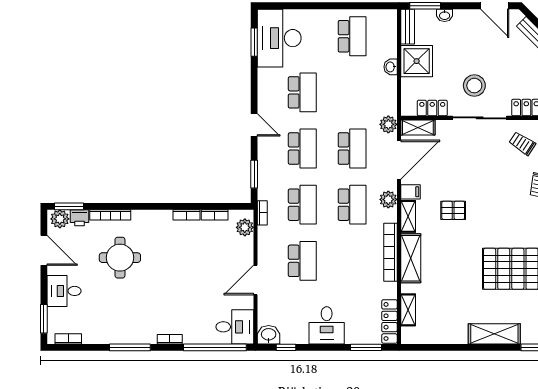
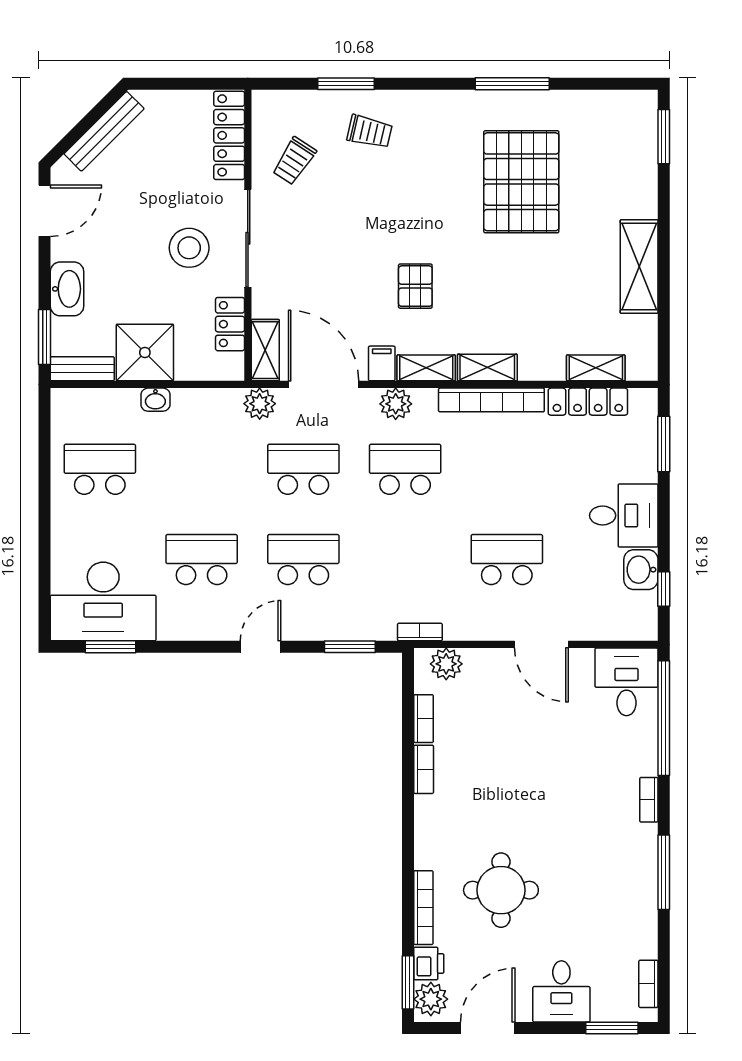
washbasin: (445, 15) -> (67, 289), width x1.91, depth x1.45
school desk: (302, 205) -> (405, 560), removed
shelving: (411, 258) -> (487, 368), width x0.67, depth x0.75
locker: (389, 321) -> (588, 402), moved
shelving: (494, 334) -> (639, 267), moved
washbasin: (269, 335) -> (641, 570), moved

